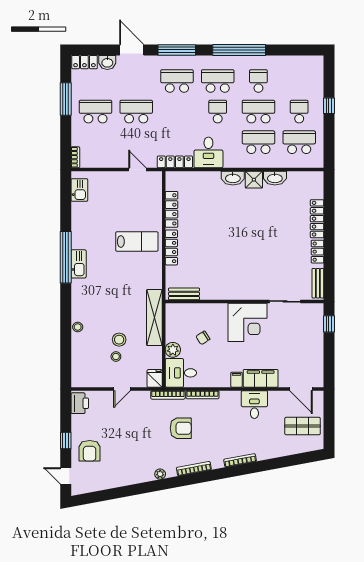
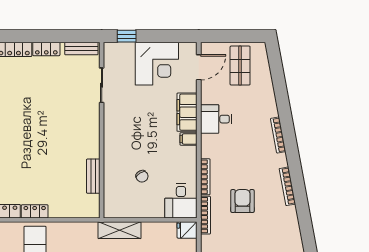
locker: (171, 247) -> (35, 211), width x0.66
bench: (184, 294) -> (93, 176), moved
shelving: (154, 318) -> (119, 230), width x0.68
corner desk: (247, 322) -> (157, 64), moved, turned 90
plant: (173, 350) -> (155, 210), removed
plant: (160, 474) -> (293, 224), removed

